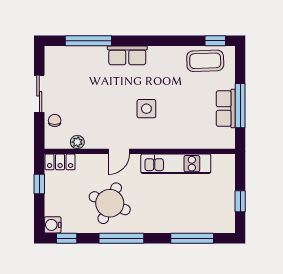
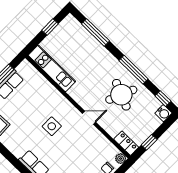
plant: (77, 142) -> (121, 159), moved
kitchen unit: (176, 164) -> (52, 68), moved

